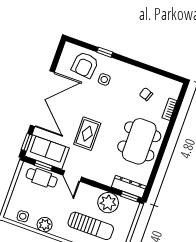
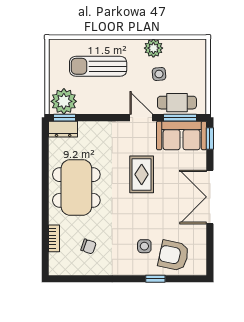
armchair: (85, 65) -> (174, 255), turned -84
double door: (42, 99) -> (210, 197), width x0.73
window: (43, 166) -> (180, 118), width x1.50
dresser: (129, 187) -> (63, 129), width x0.70
plant: (108, 203) -> (64, 101), moved
side table: (23, 216) -> (159, 74), moved

